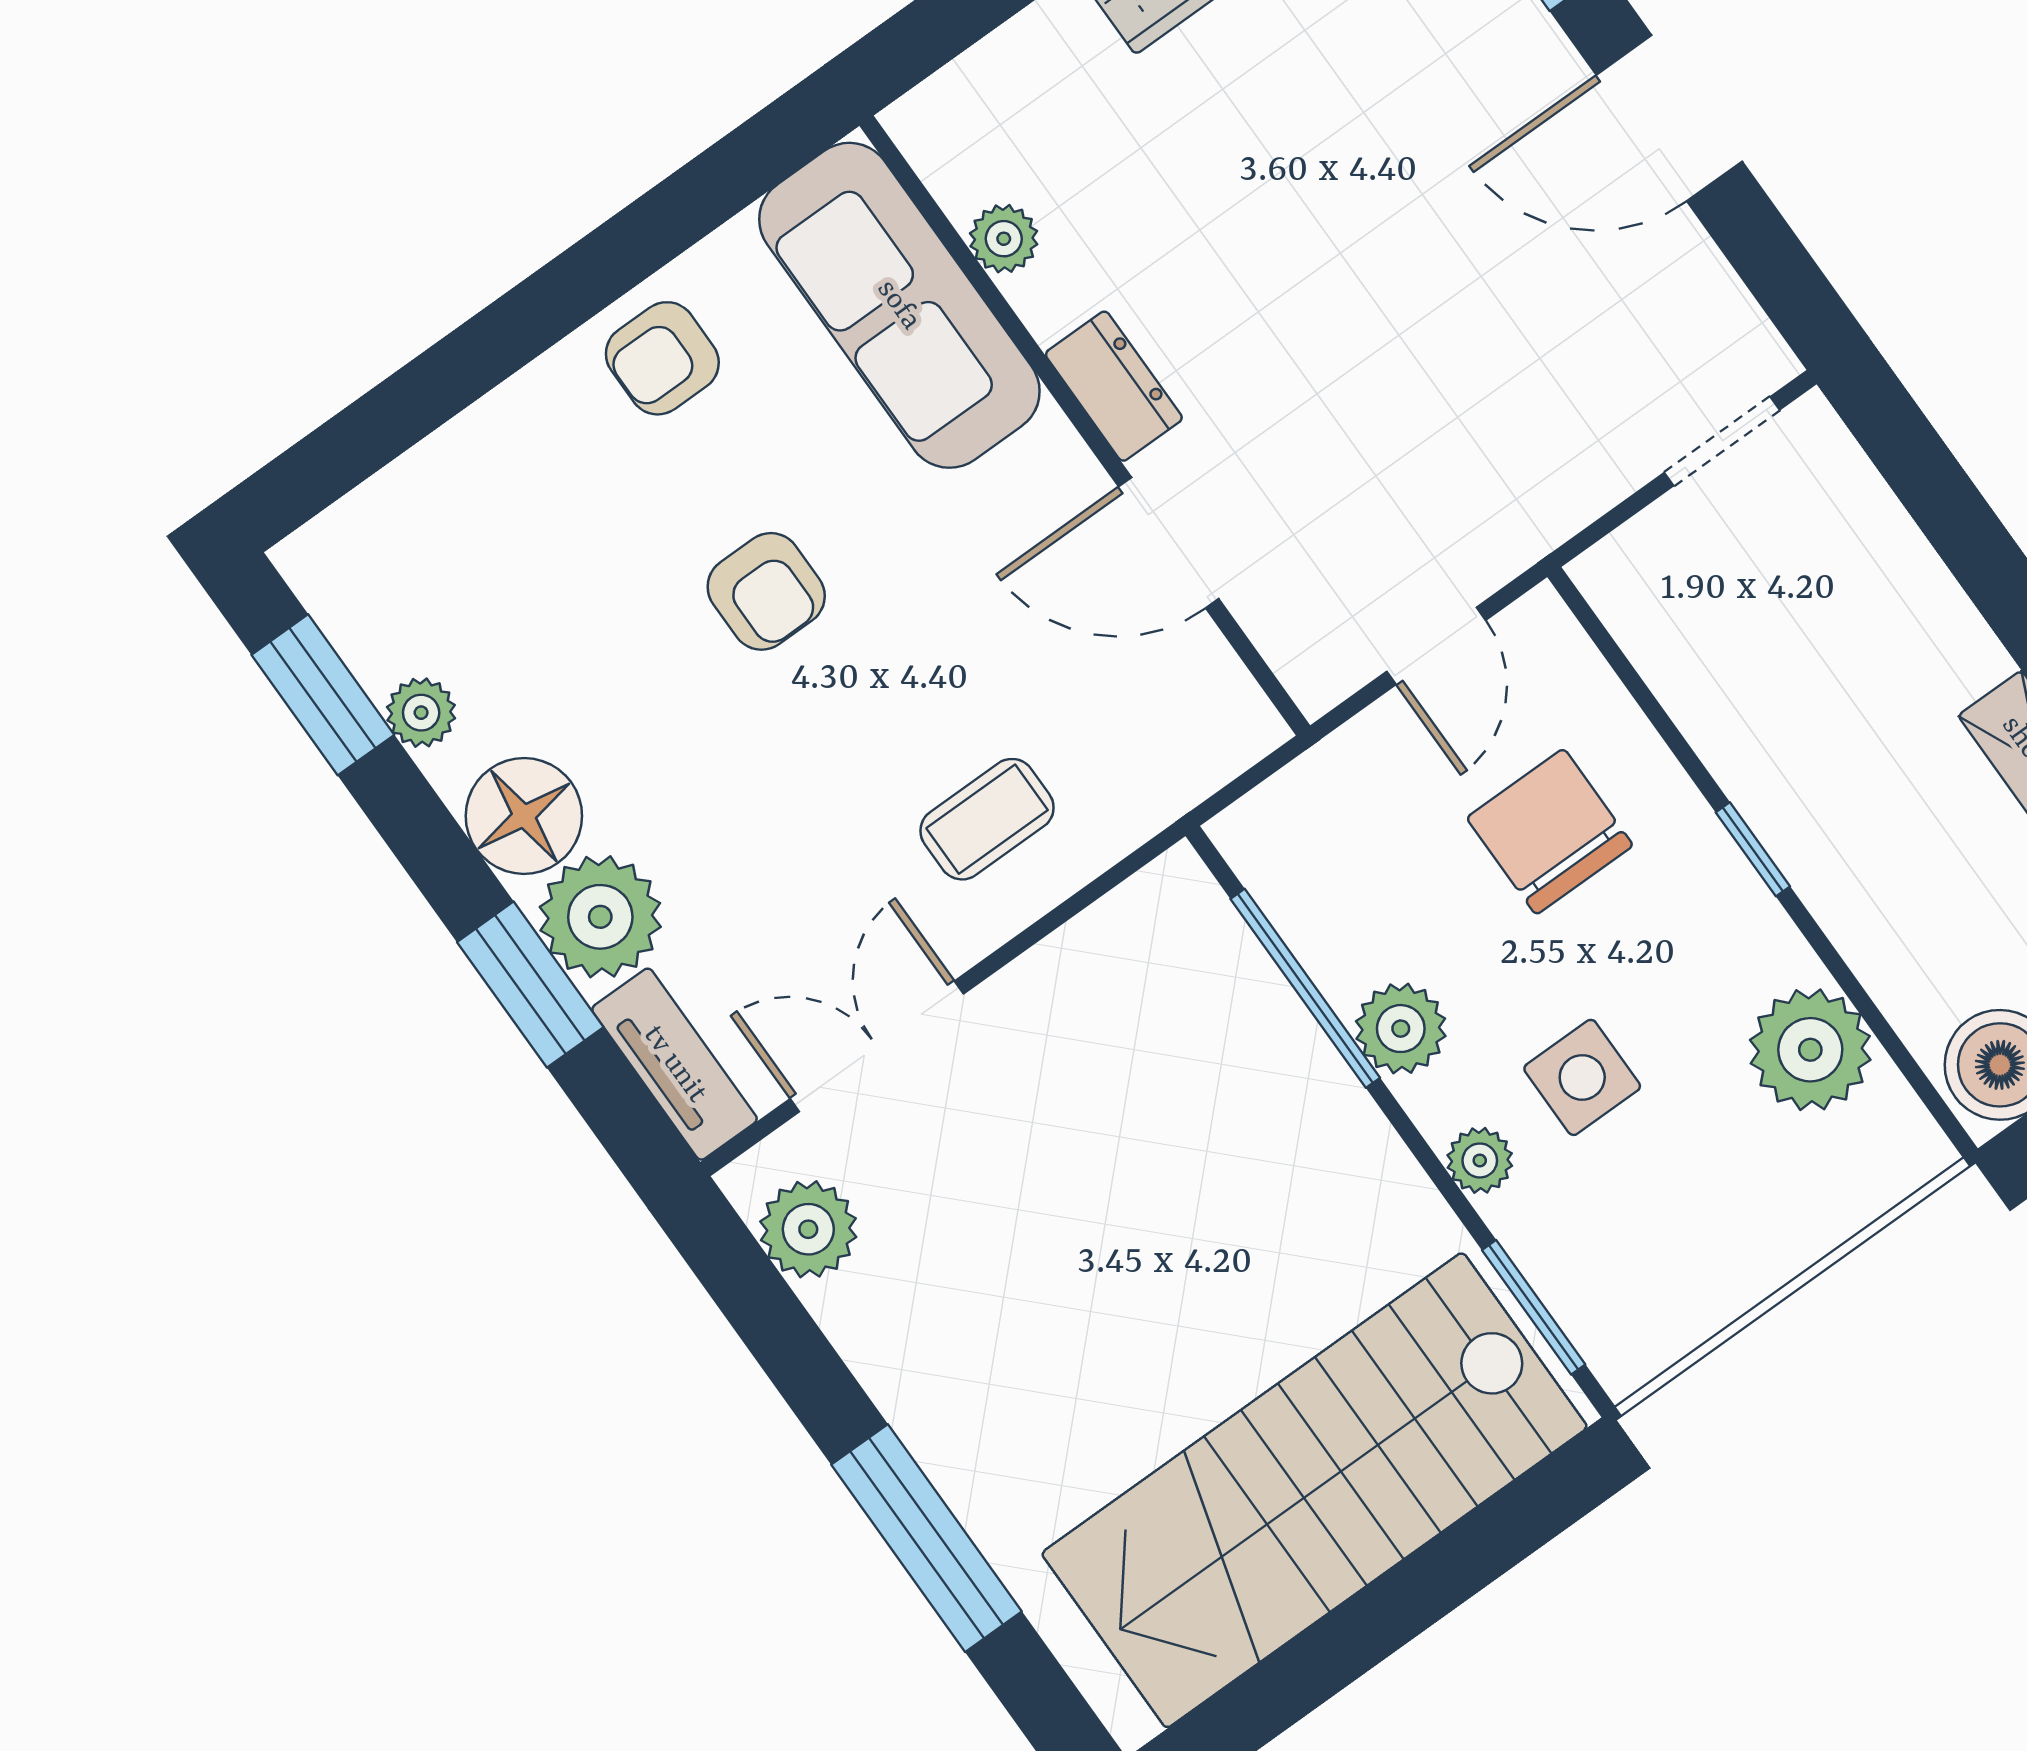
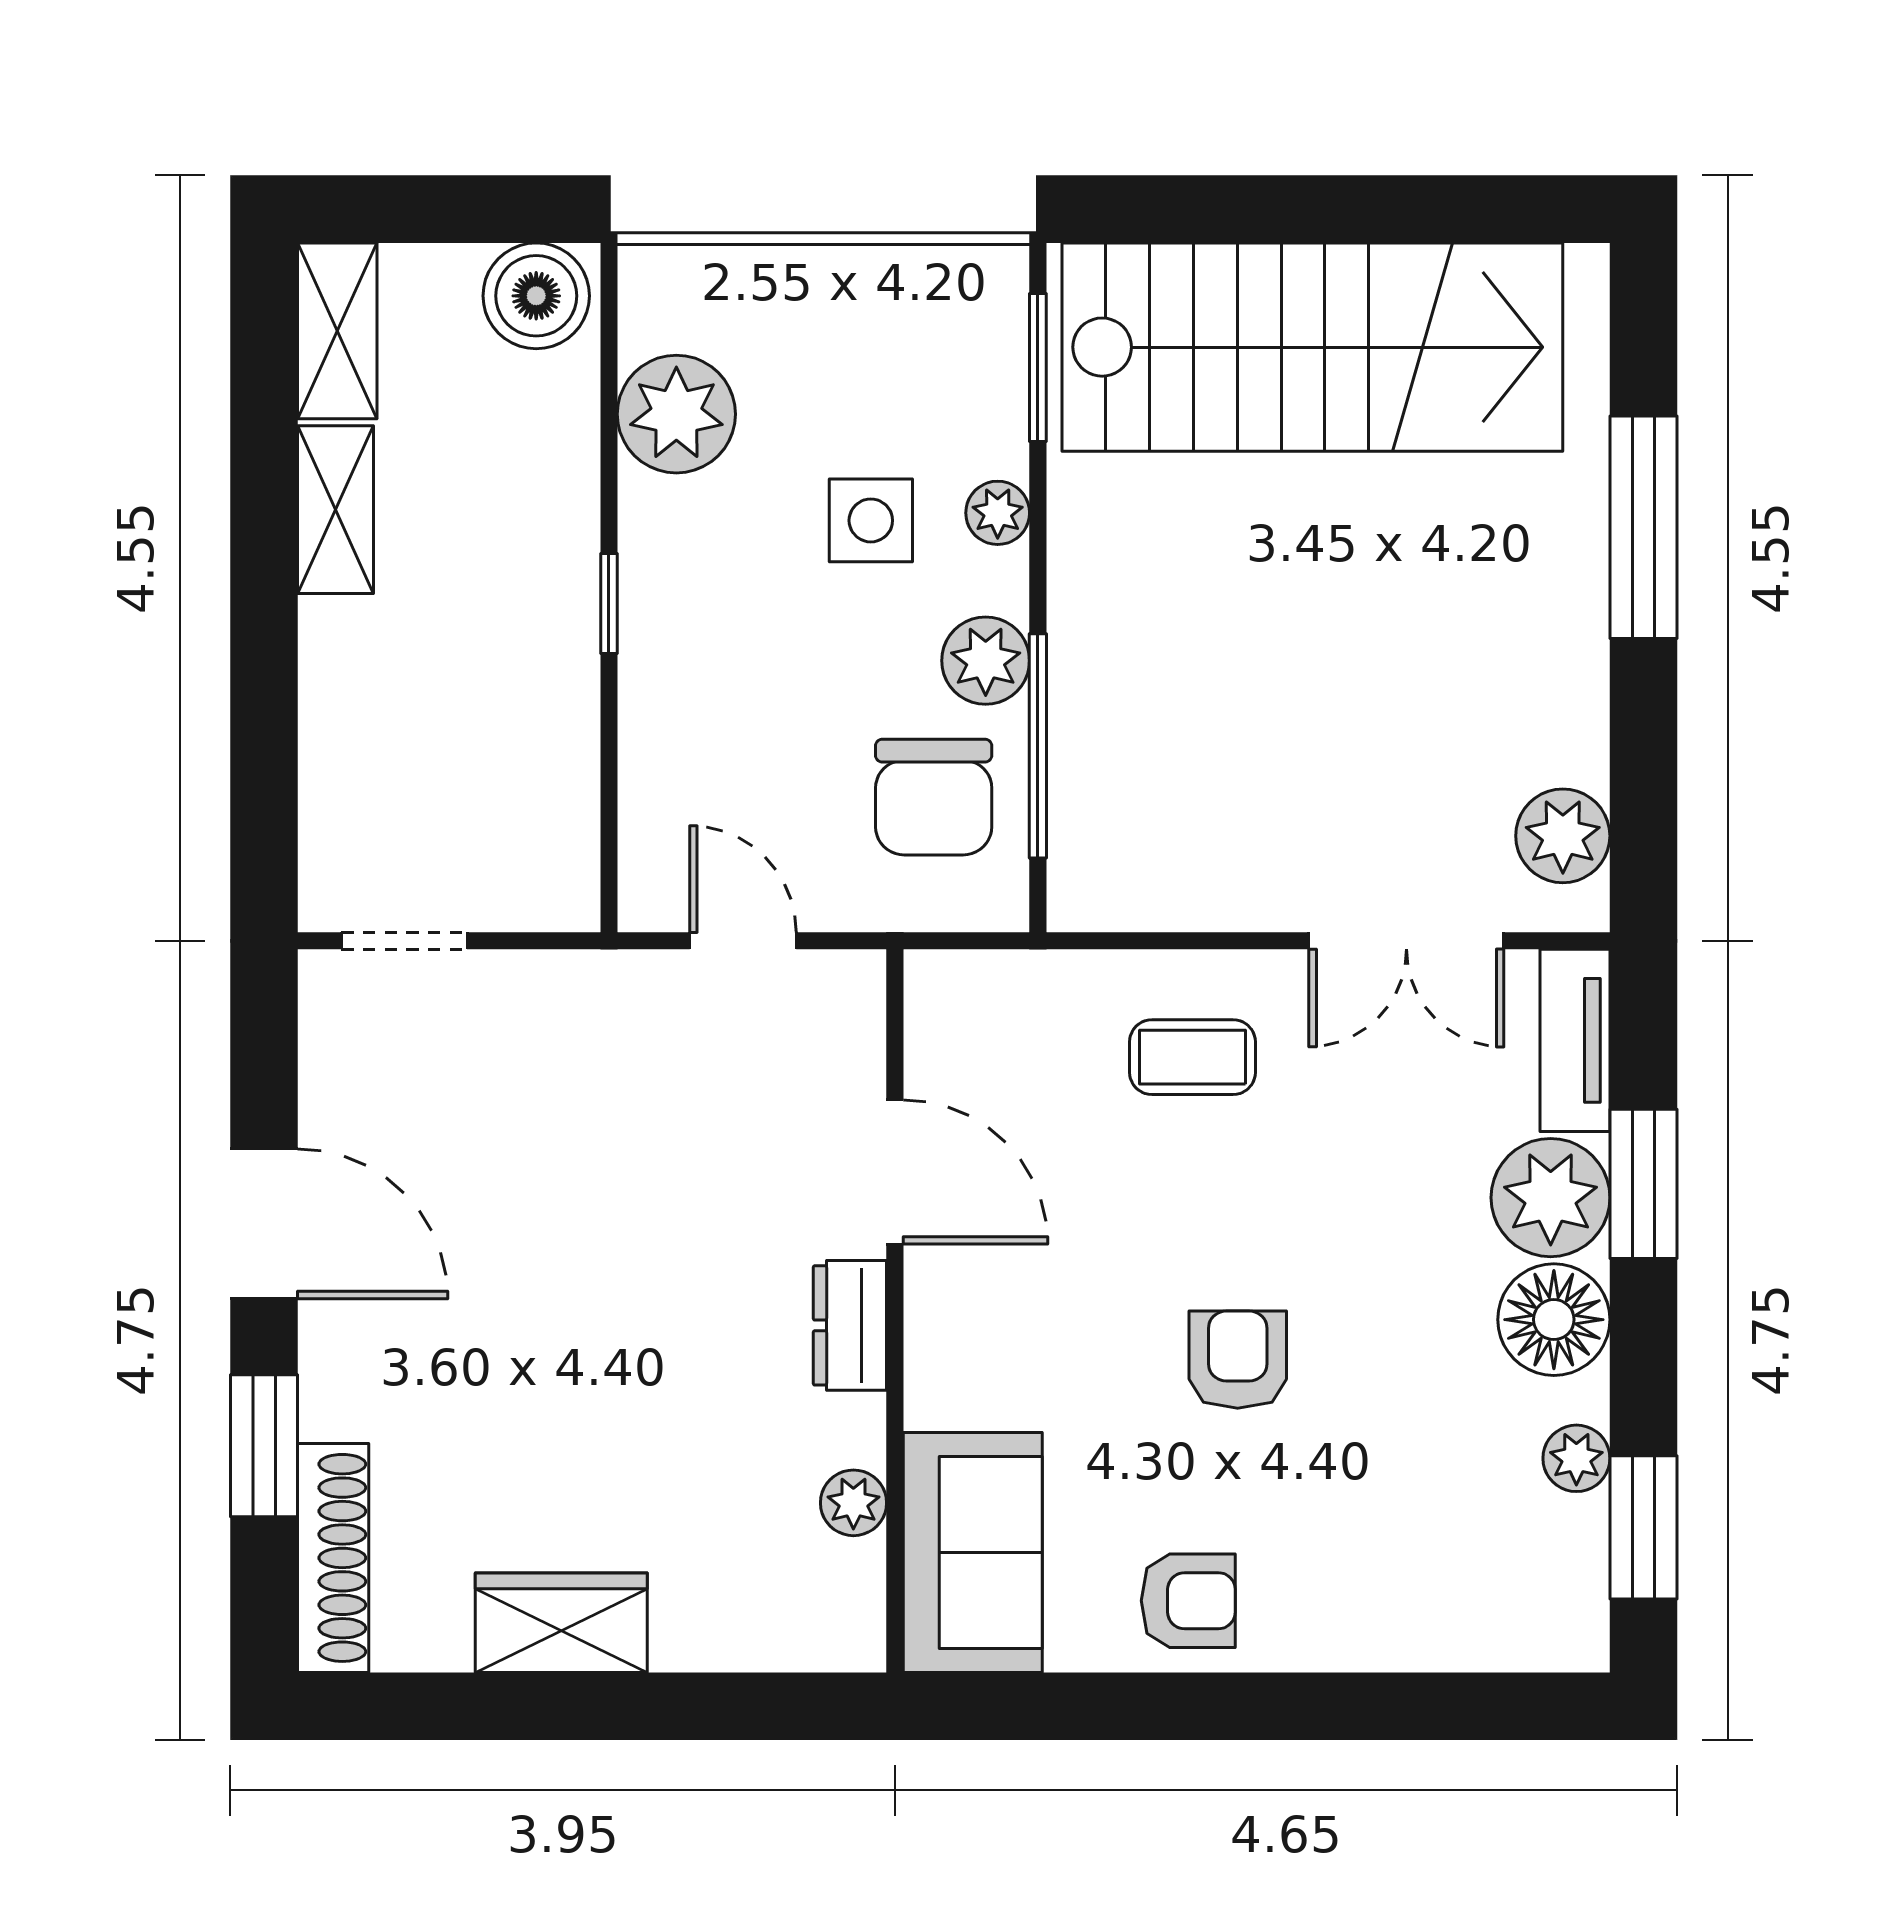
sofa: (899, 305) -> (973, 1552), width x0.73
door: (1436, 646) -> (743, 941), hinge flipped
chair: (1550, 832) -> (934, 797), moved

